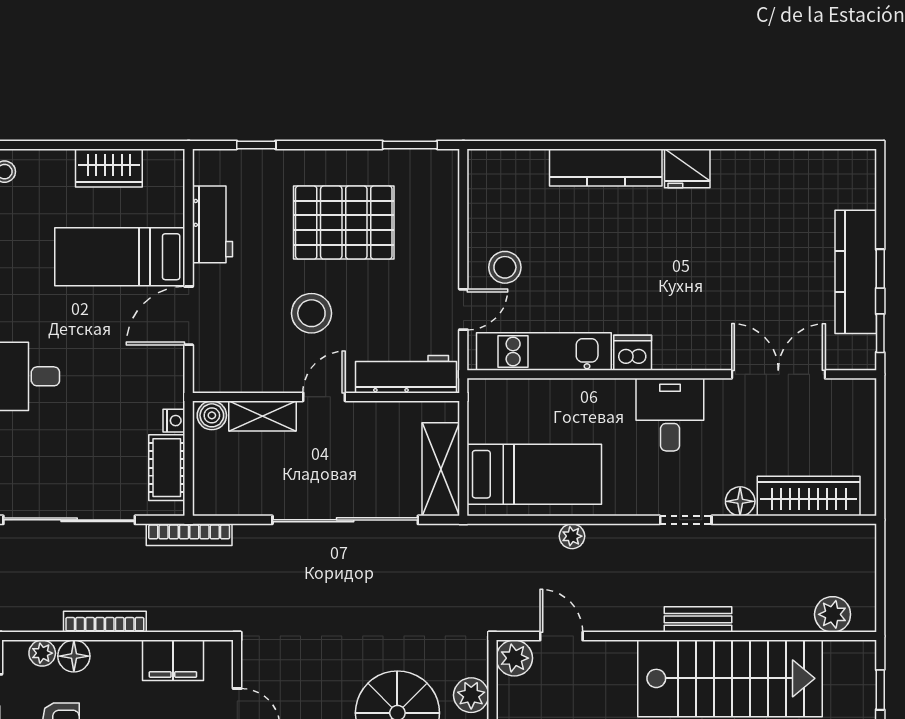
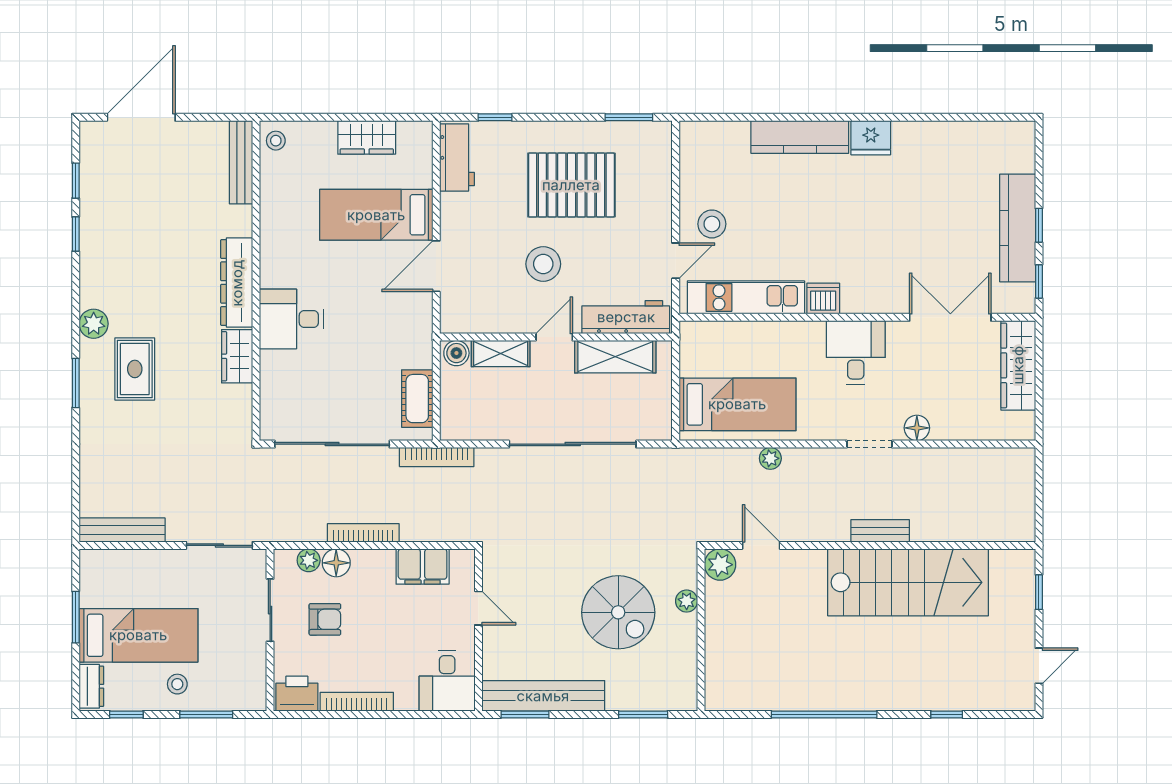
workbench: (212, 224) -> (457, 157), moved
nightstand: (174, 421) -> (423, 358), removed
shelving: (441, 469) -> (615, 357), moved, turned 90
wardrobe: (809, 496) -> (1018, 365), moved, turned -90
plant: (833, 614) -> (997, 526), removed
plant: (471, 695) -> (687, 601), width x0.73, depth x0.73

